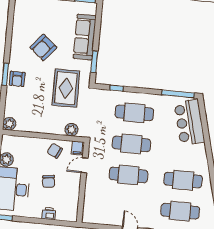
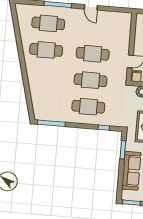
bar counter: (189, 122) -> (41, 99), removed

